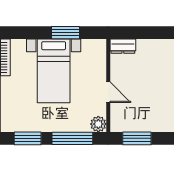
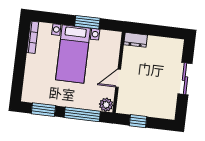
door: (108, 92) -> (118, 78), swing flipped
window: (137, 138) -> (138, 121), width x0.67

